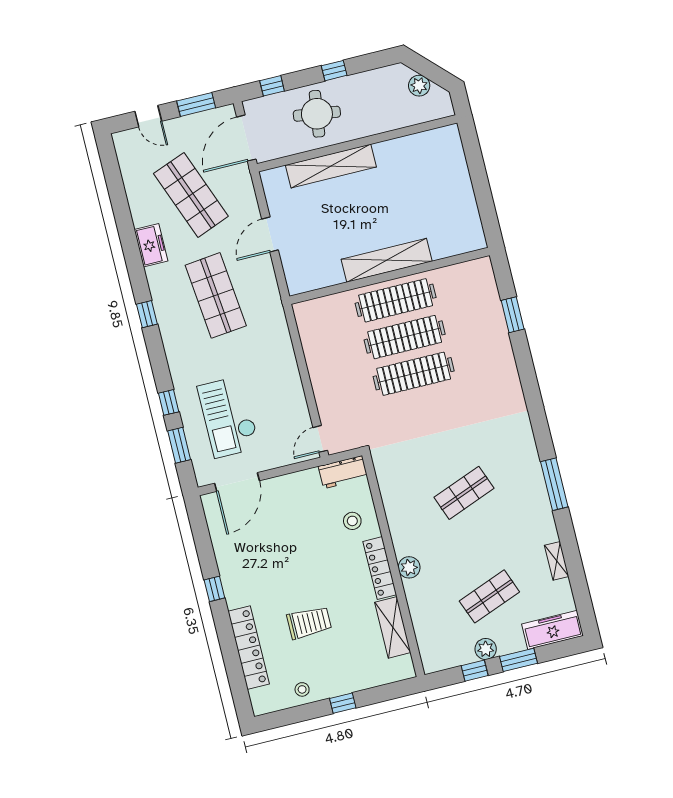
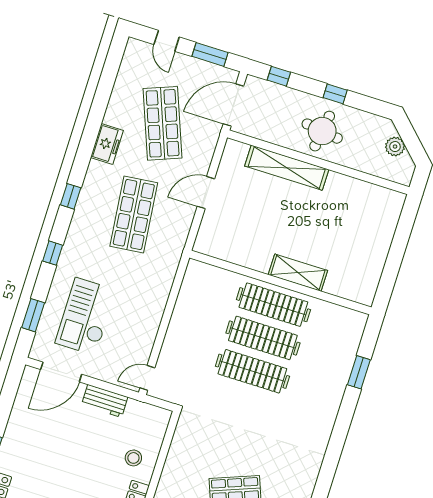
round table: (317, 114) -> (322, 131), moved
shelving: (387, 260) -> (298, 273), width x0.68
window: (169, 402) -> (53, 253), moved
workbench: (343, 472) -> (105, 401), moved

